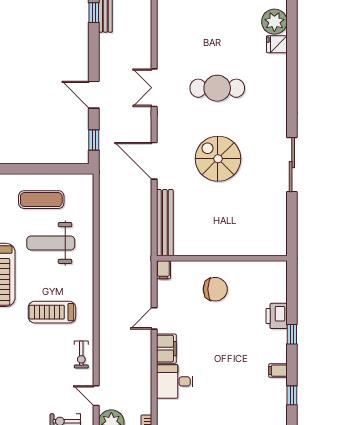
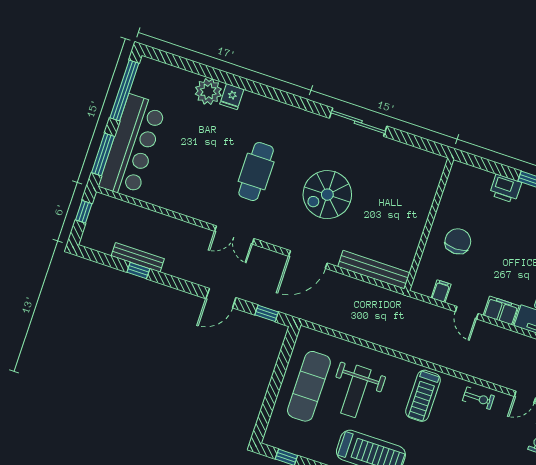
exercise mat: (41, 200) -> (309, 386), width x1.36, depth x1.45
filing cabinet: (163, 270) -> (441, 291), moved, turned -90
treadmill: (52, 312) -> (423, 396), moved

